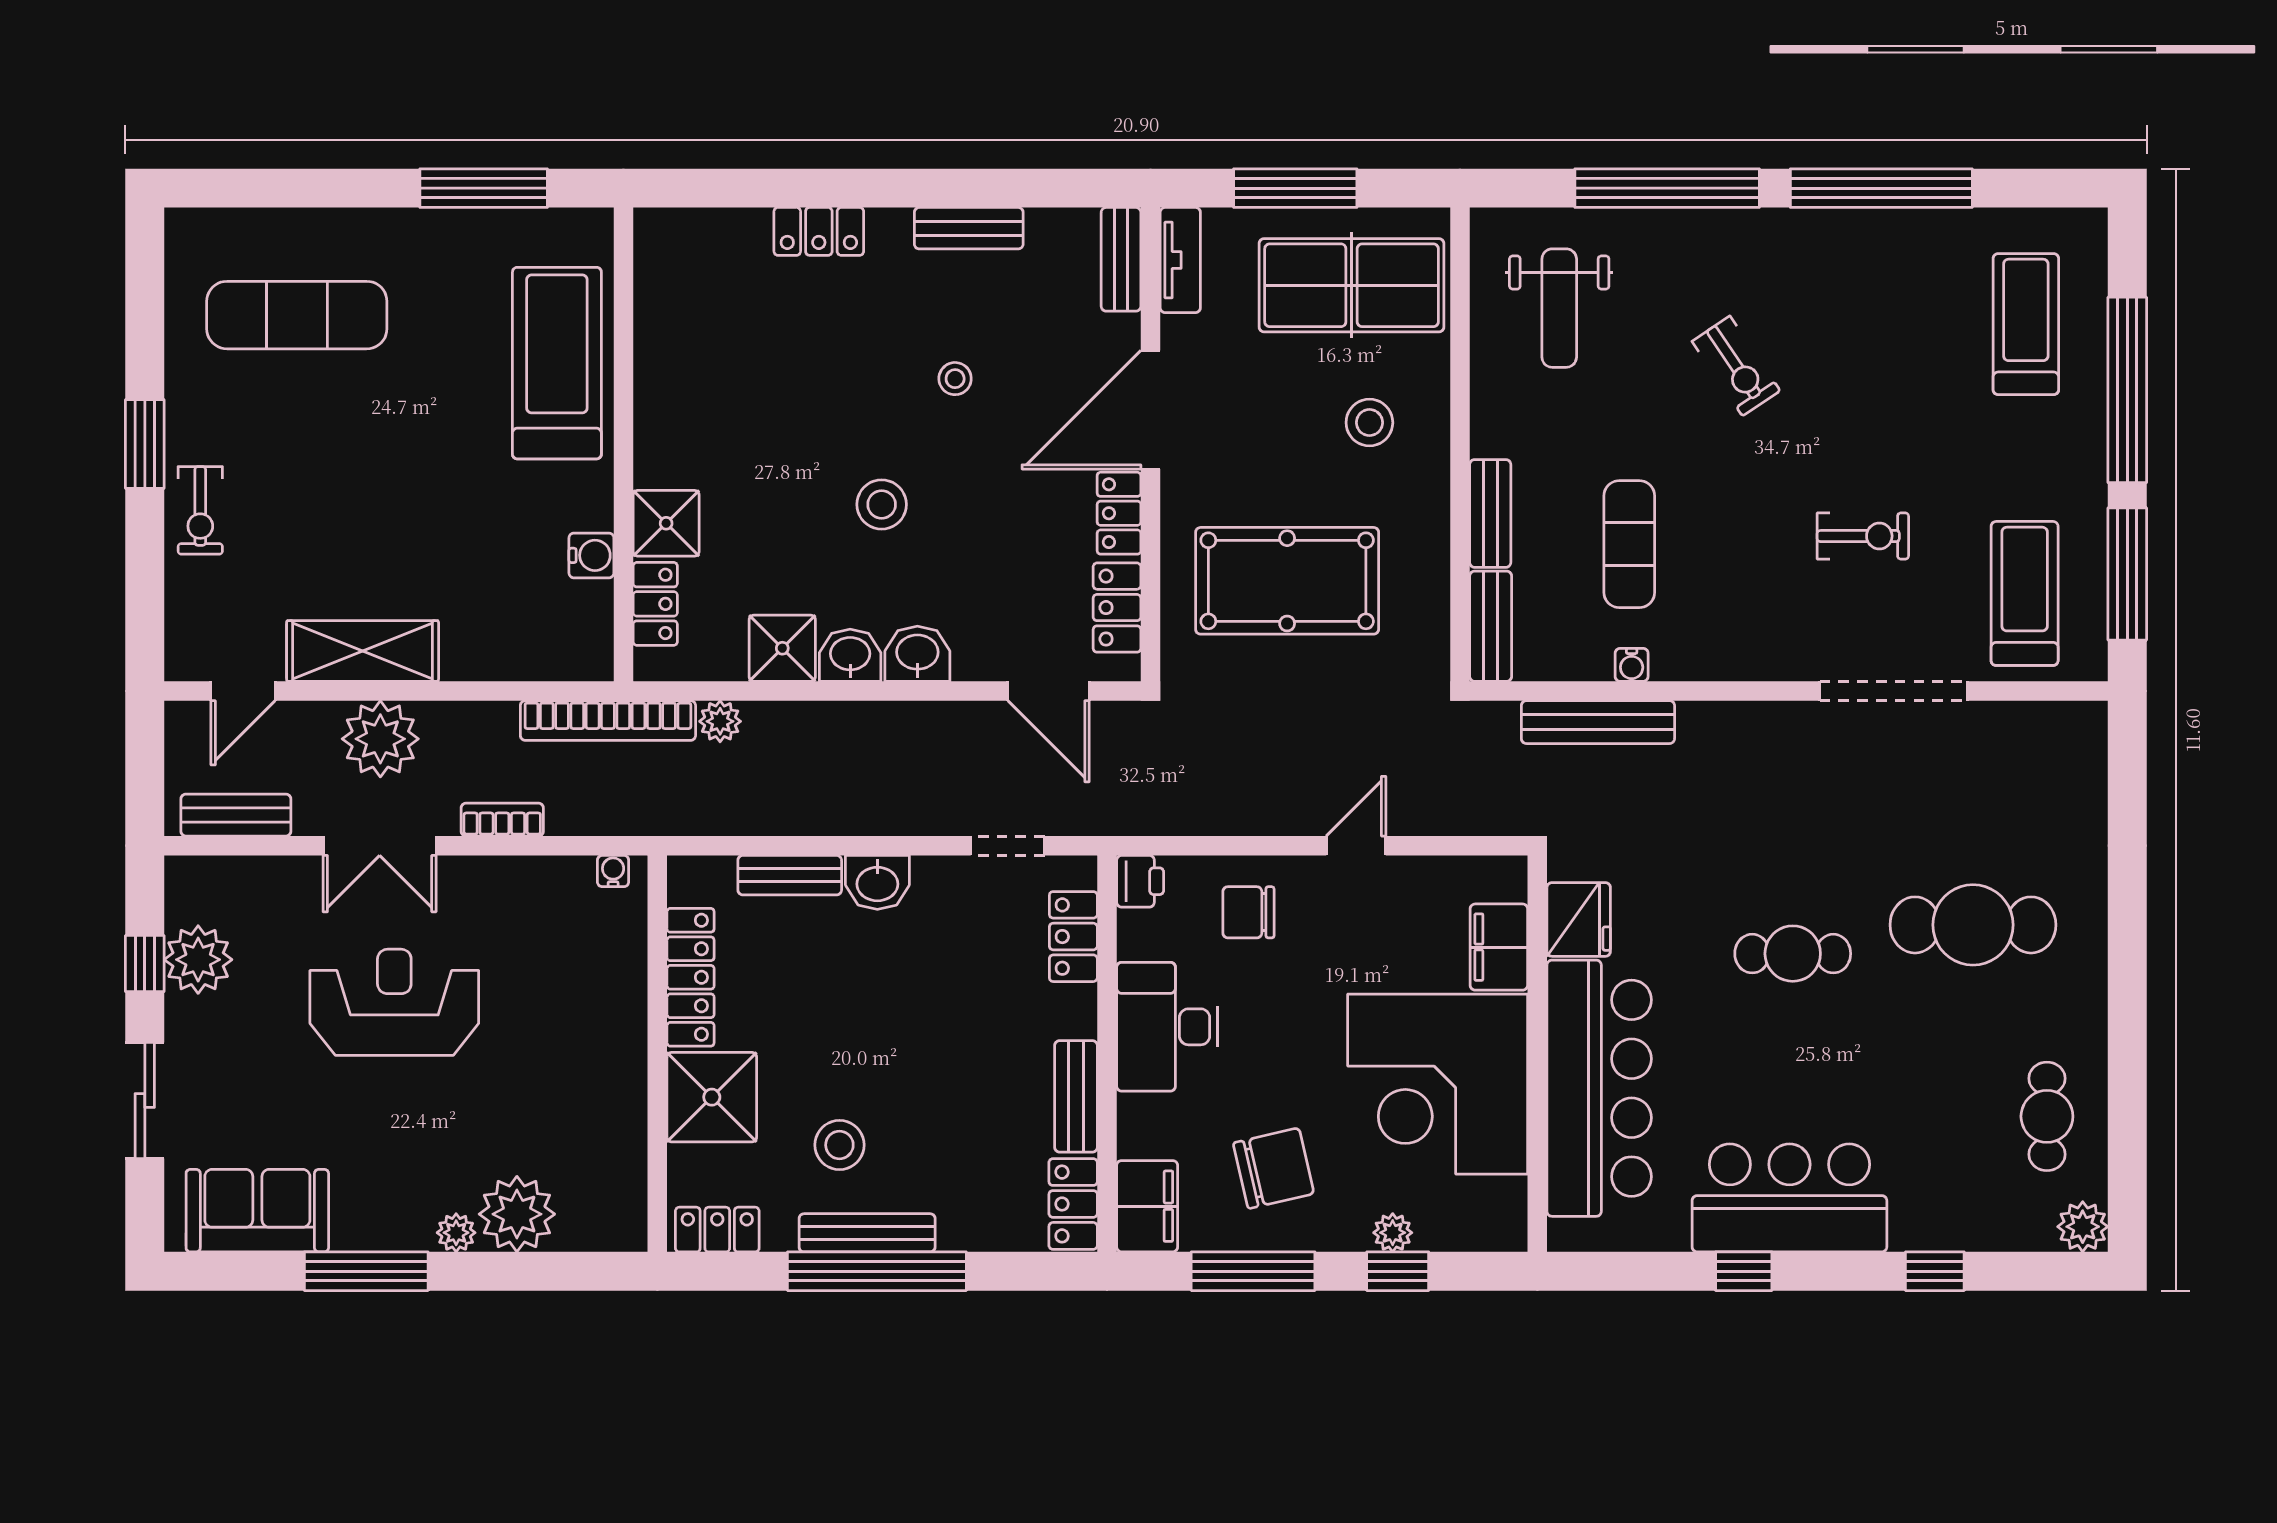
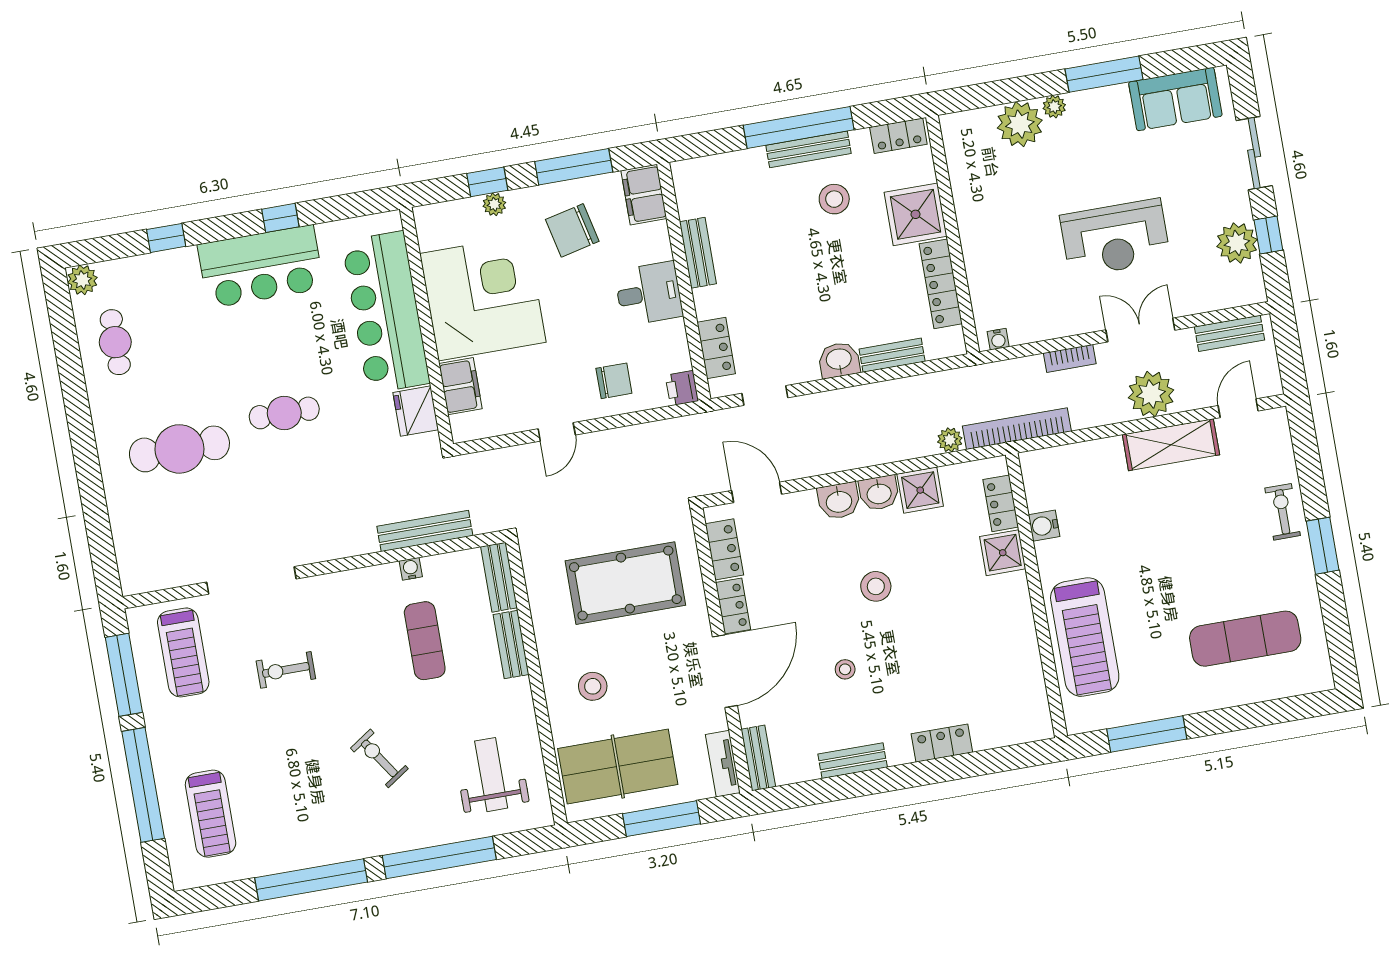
desk: (1167, 1027) -> (649, 293), width x0.73
locker: (1073, 1204) -> (688, 188), removed

